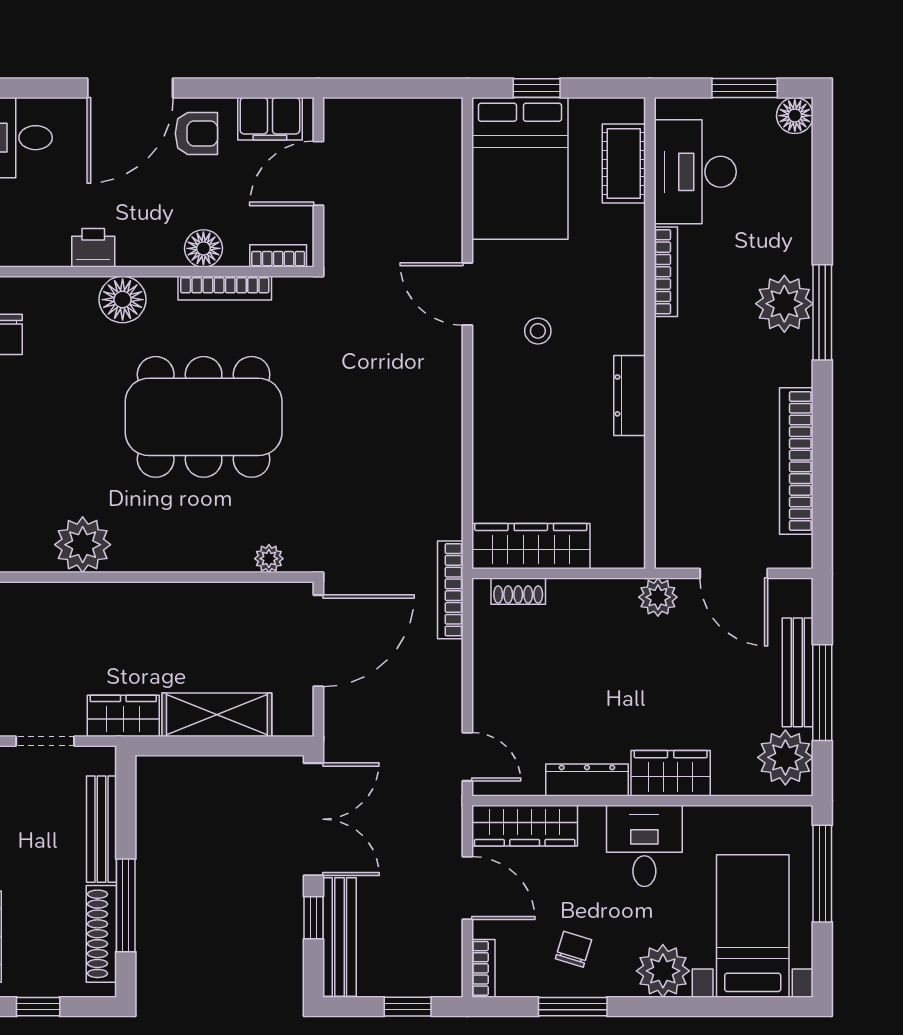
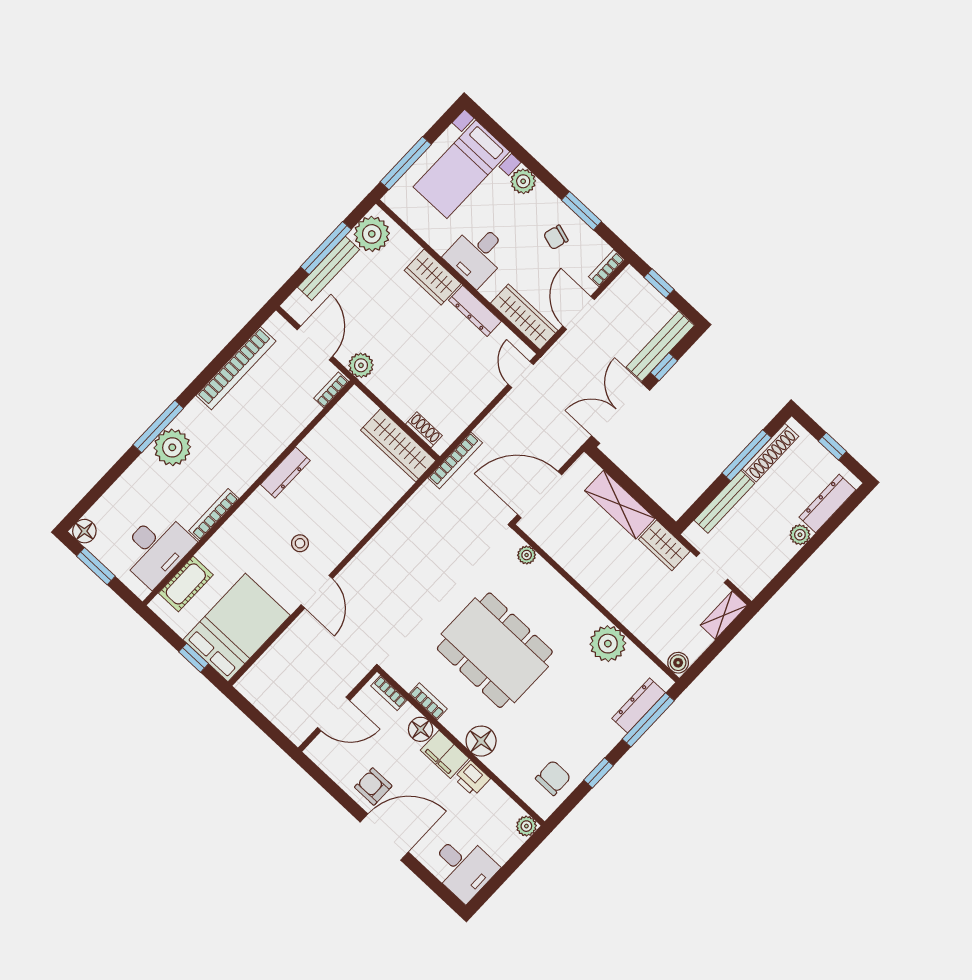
filing cabinet: (270, 119) -> (445, 754), moved, turned 180
bookcase: (225, 288) -> (428, 701), width x0.64
bookcase: (666, 538) -> (331, 390), added
plant: (663, 971) -> (523, 181), width x0.73, depth x0.73

